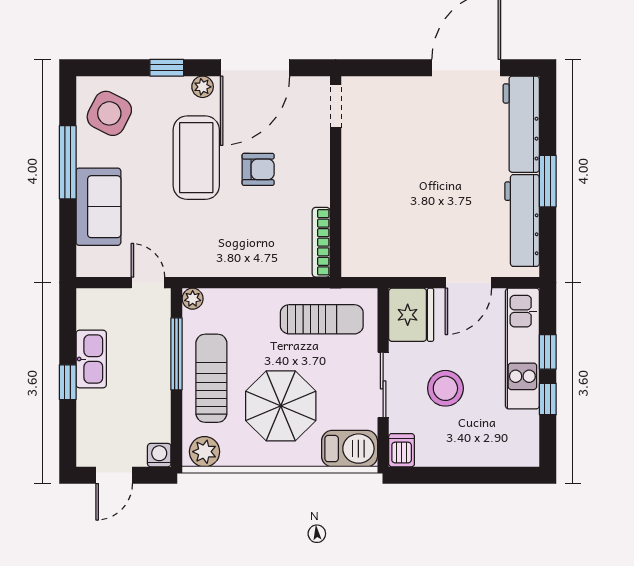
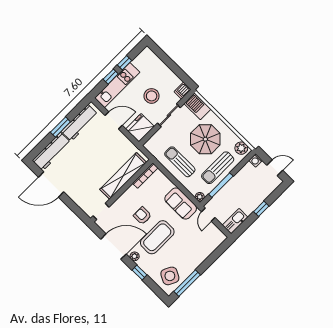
window: (68, 162) -> (187, 283), moved
shelving: (358, 204) -> (123, 176), added
sofa: (98, 207) -> (181, 204), moved, turned -90
sun lounger: (322, 319) -> (180, 162), moved
kitchen sink: (91, 359) -> (235, 221), moved

